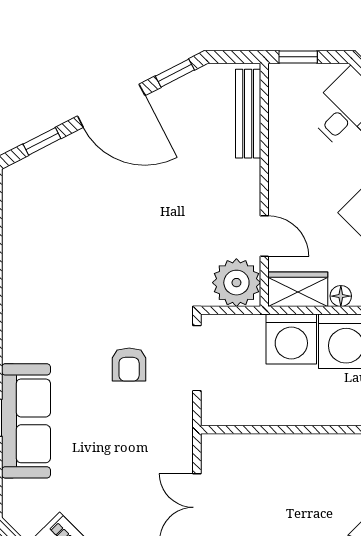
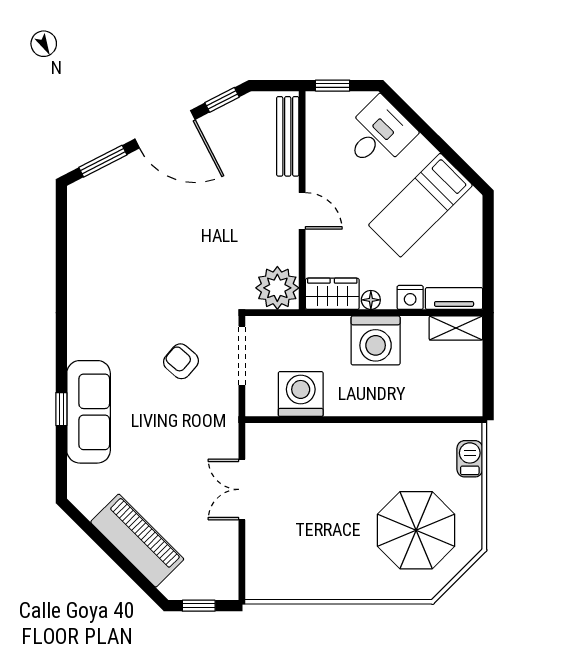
window: (42, 141) -> (103, 161), width x1.50
door: (264, 236) -> (302, 211), moved
washing machine: (291, 339) -> (301, 394), moved, turned 180
armchair: (129, 365) -> (181, 361), turned 131

